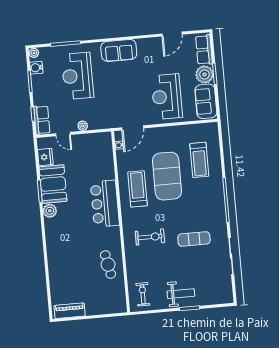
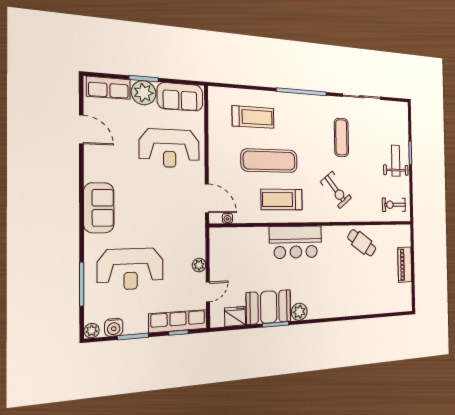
row of seats: (42, 120) -> (178, 321), width x1.48
exercise mat: (167, 176) -> (269, 161), width x0.68
exercise bike: (150, 237) -> (336, 190), turned 141
cafe table: (108, 265) -> (362, 243), turned 47
piano: (70, 311) -> (405, 265), moved

